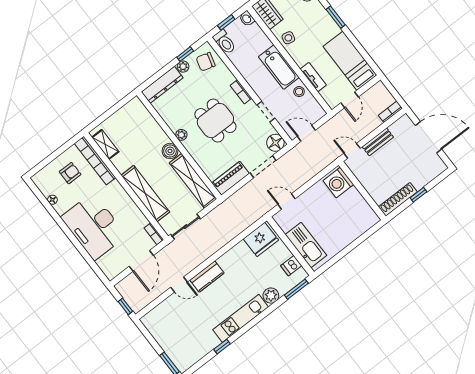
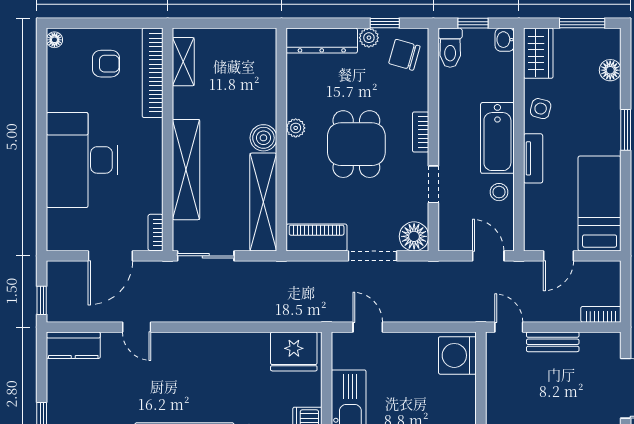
tv unit: (313, 77) -> (533, 158), moved
door: (306, 133) -> (488, 256), moved
floor lamp: (52, 200) -> (54, 40), moved
kitchen counter: (207, 277) -> (73, 345), moved

